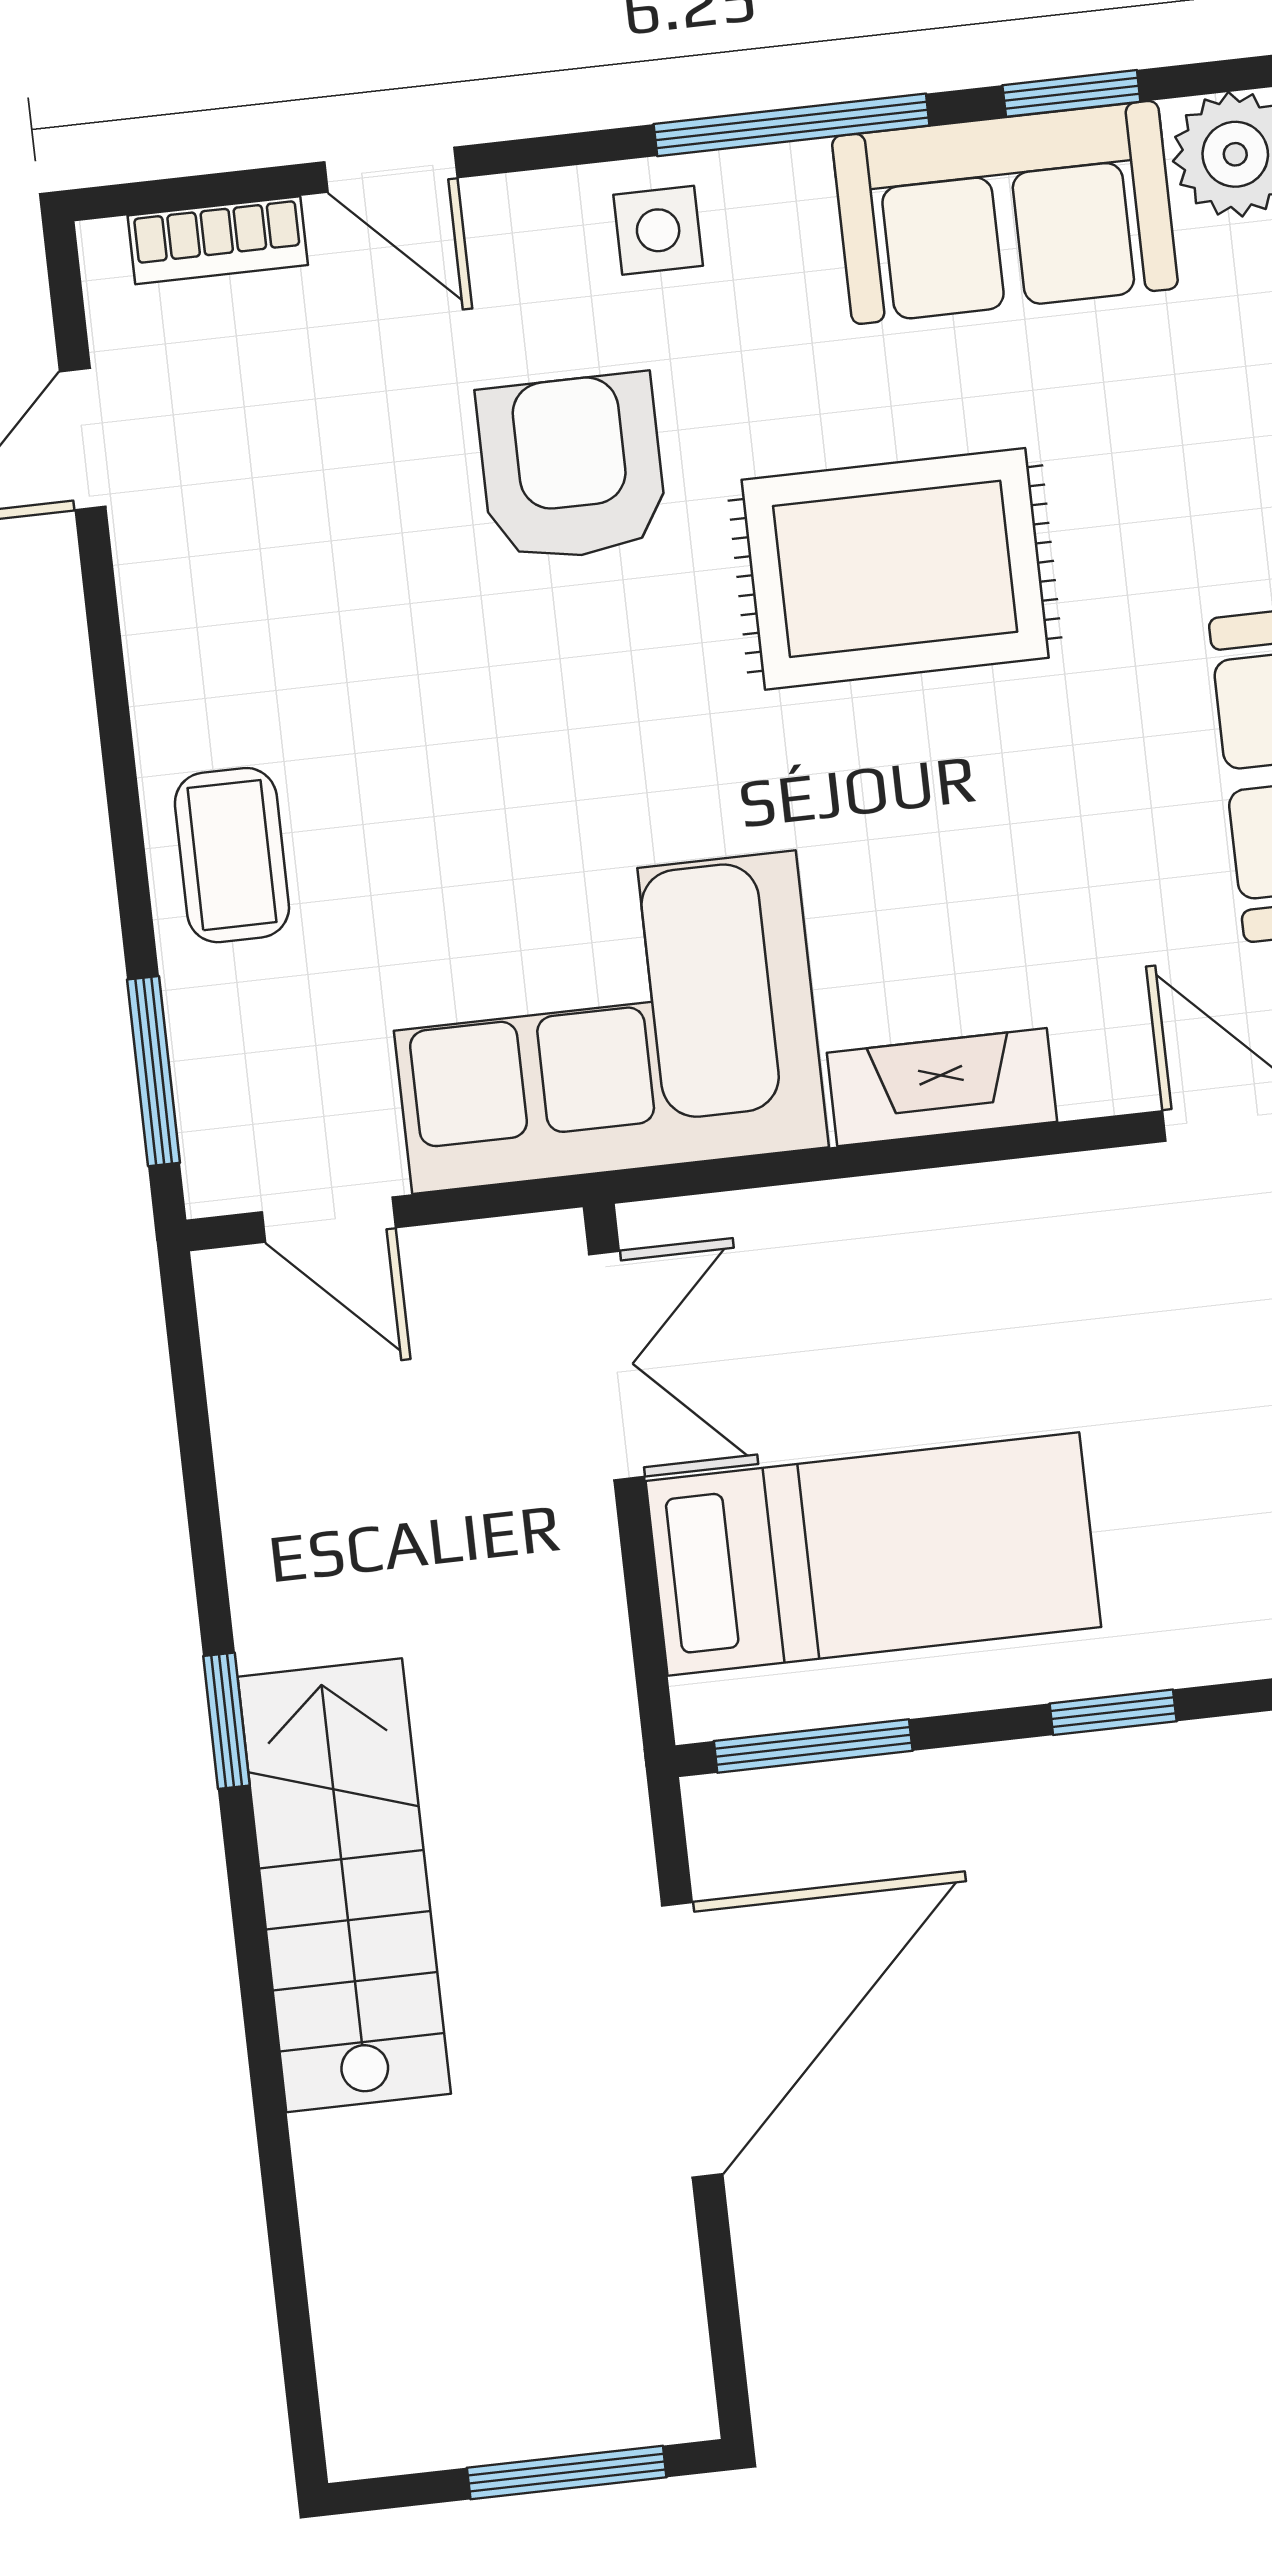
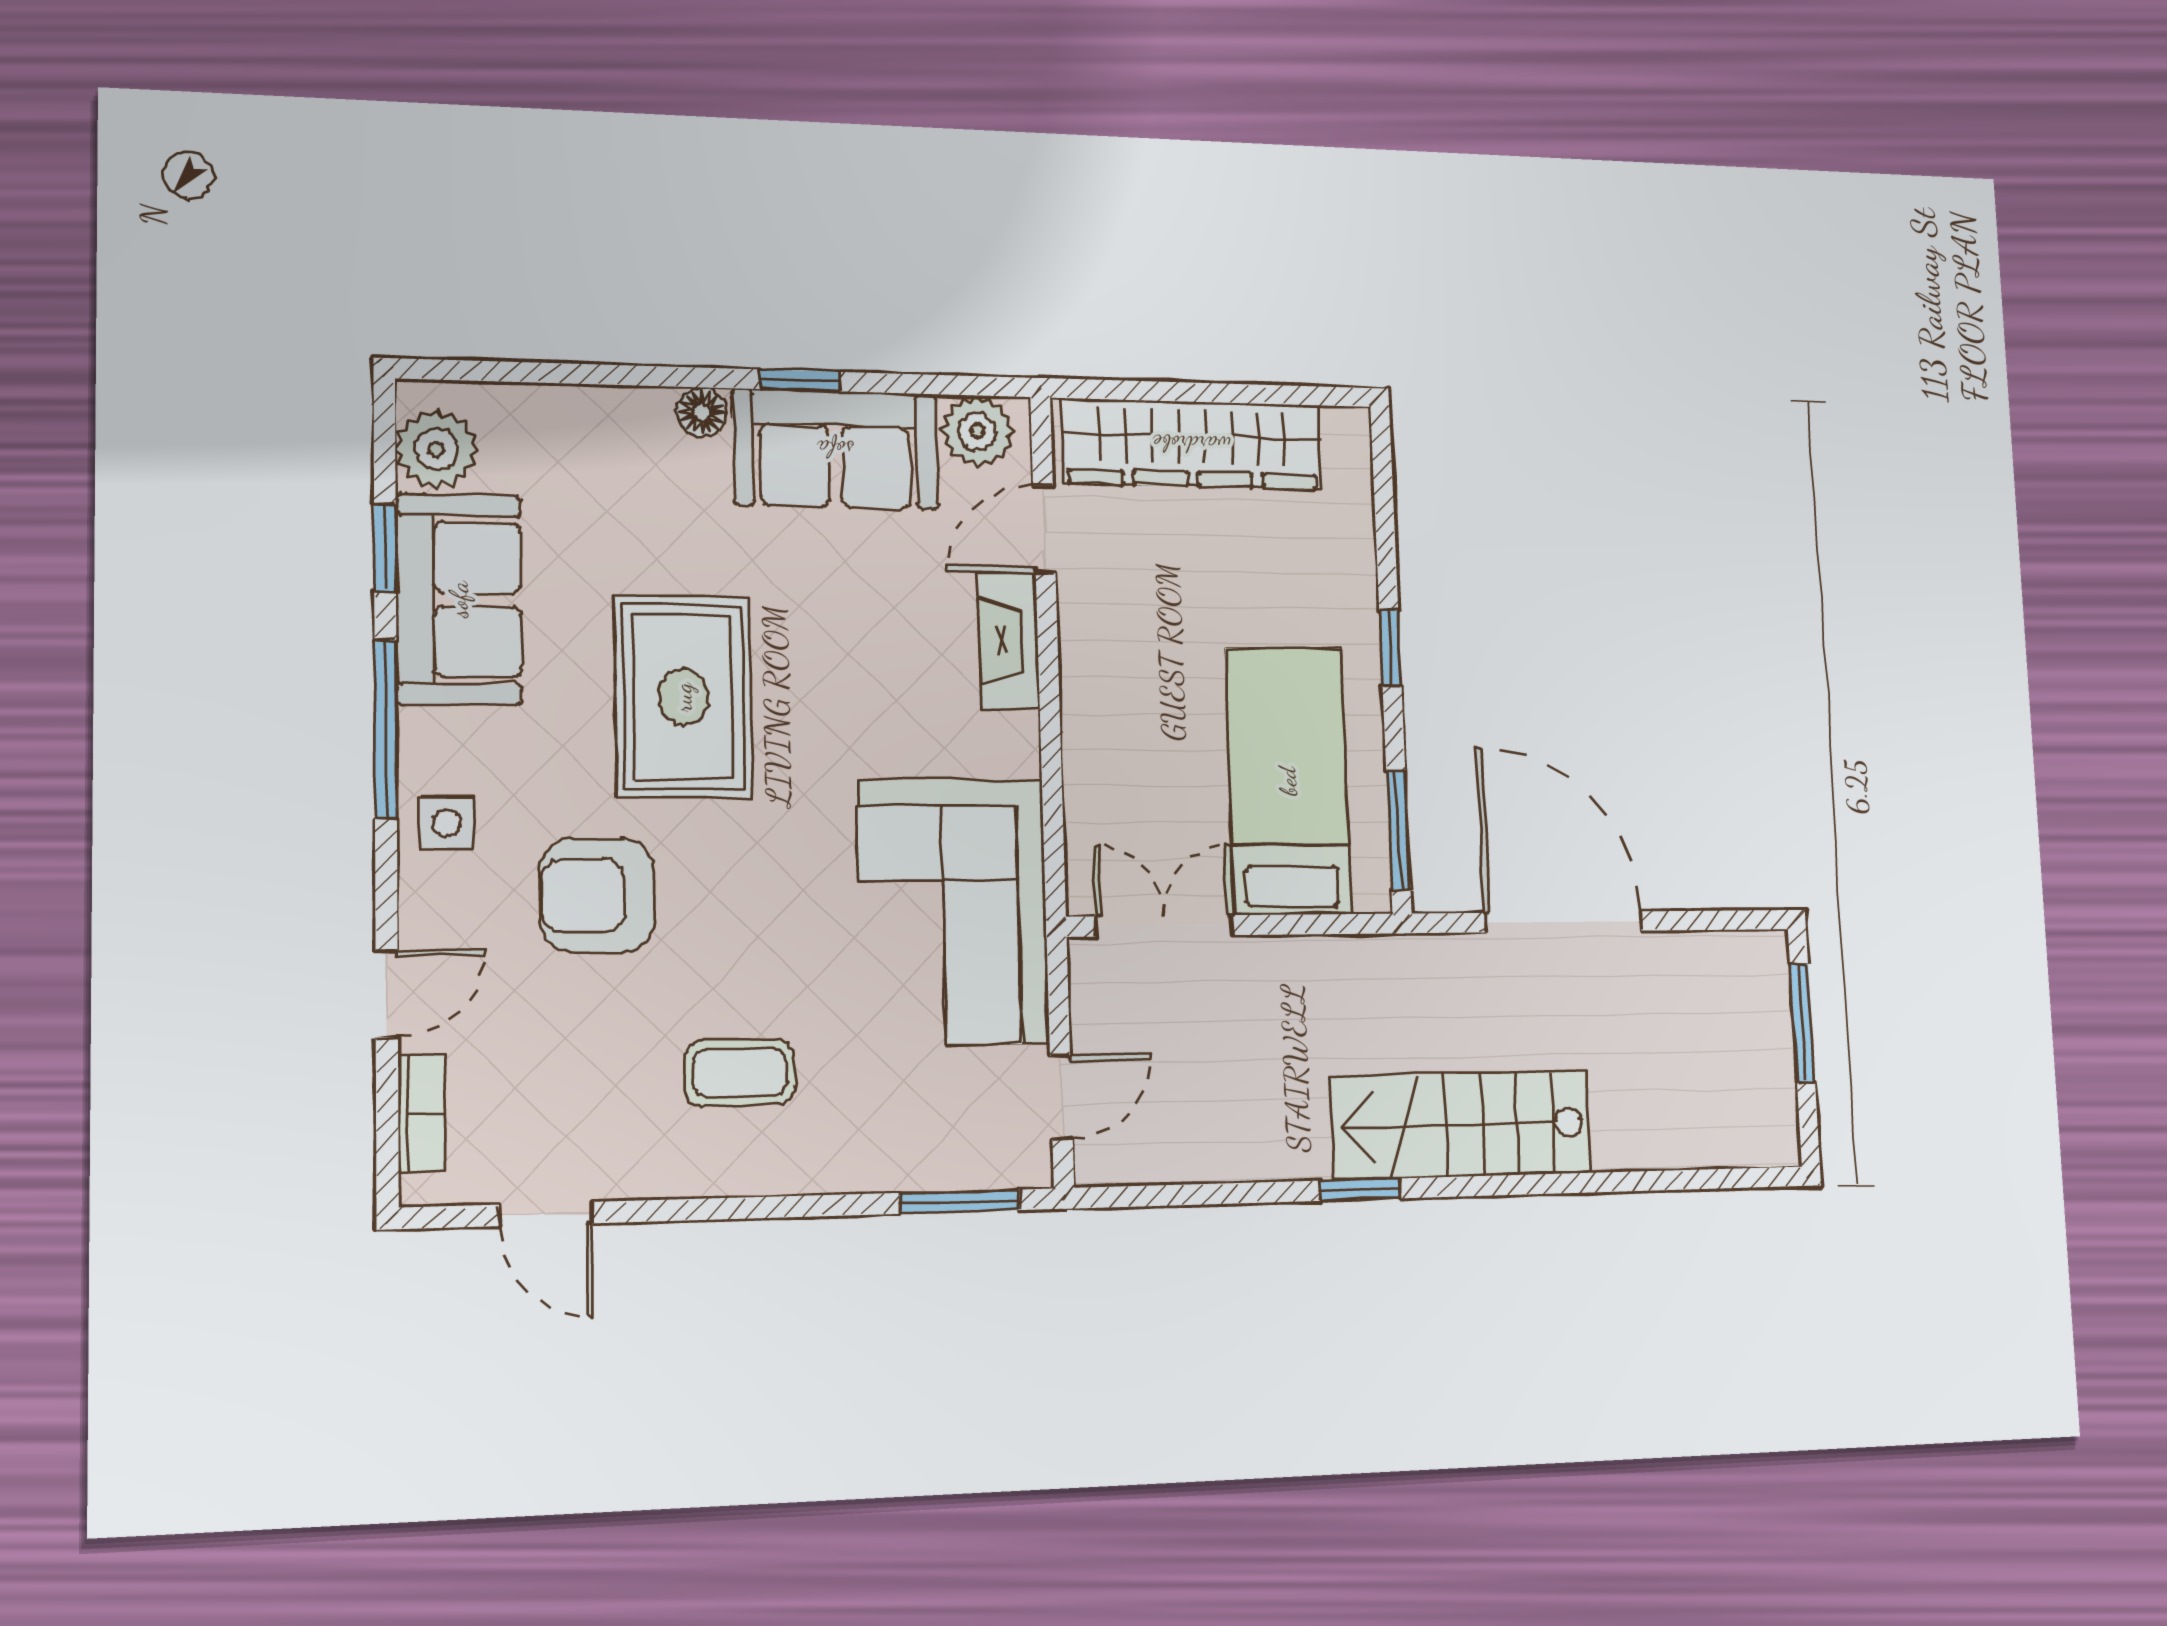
coffee table: (232, 855) -> (740, 1073), moved
fireplace: (942, 1087) -> (1009, 641), moved

